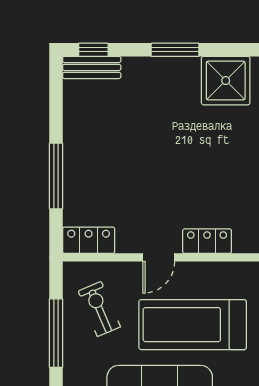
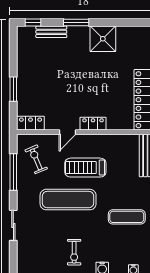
bench: (92, 67) -> (51, 32), moved
window: (56, 176) -> (13, 89), width x0.69
treadmill: (193, 325) -> (85, 168), width x0.73, depth x0.73

